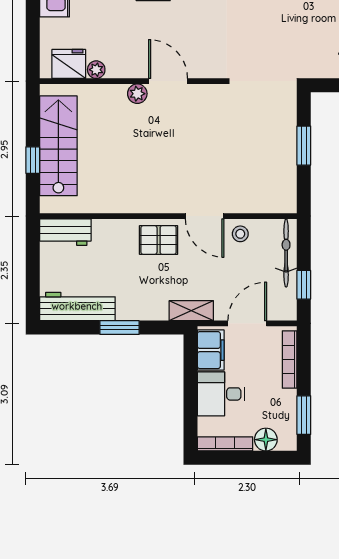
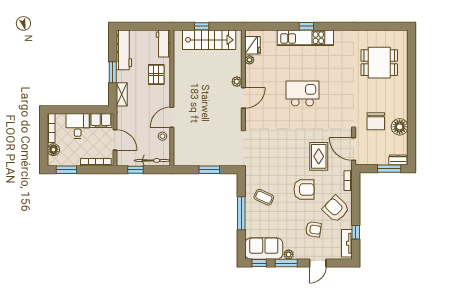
pallet: (159, 240) -> (156, 75), moved
shelving: (191, 311) -> (122, 94), moved

